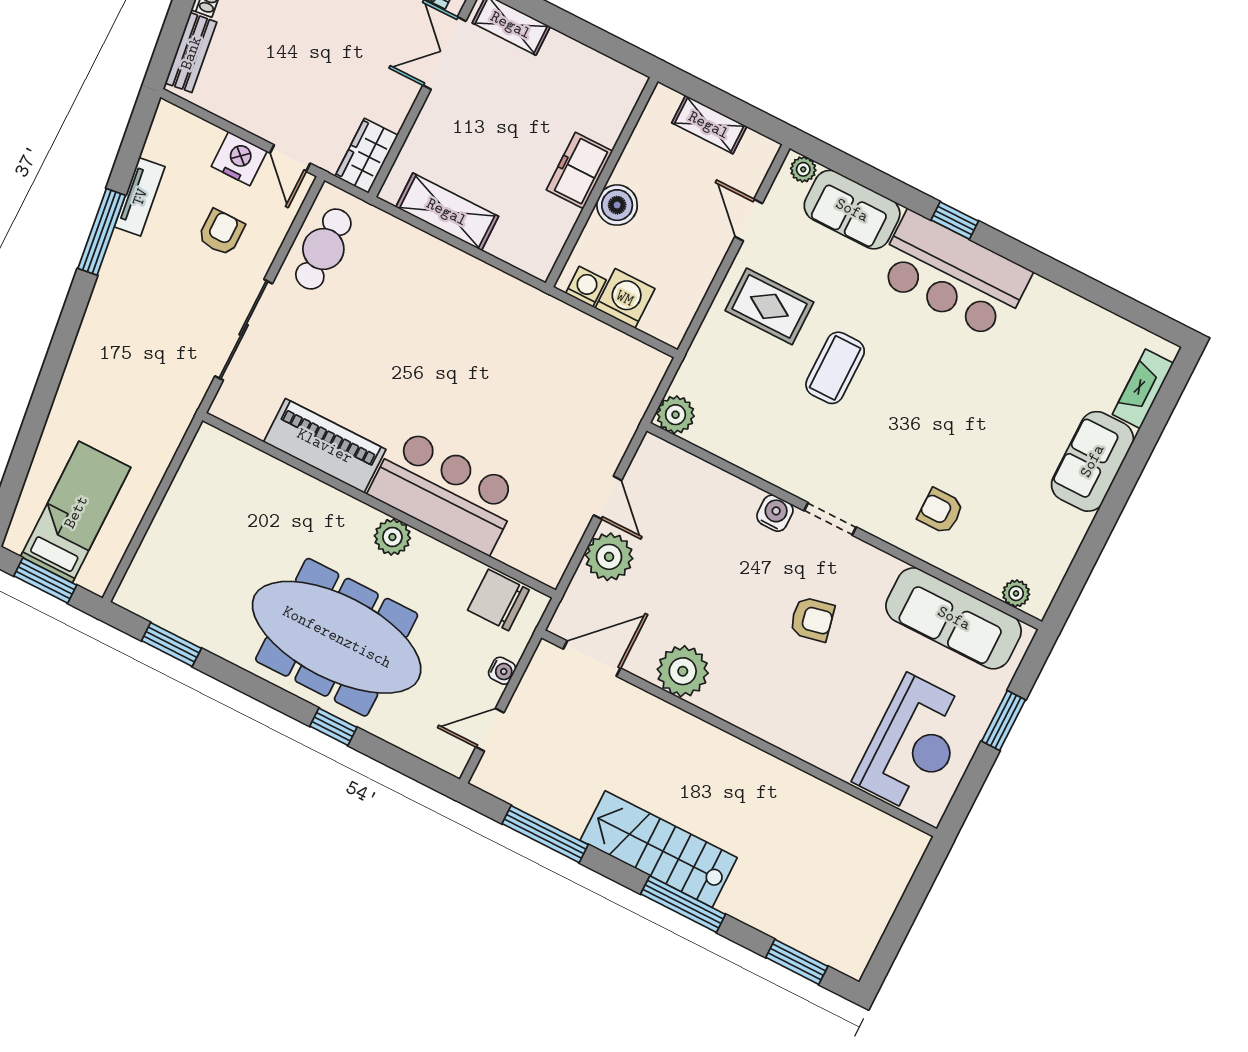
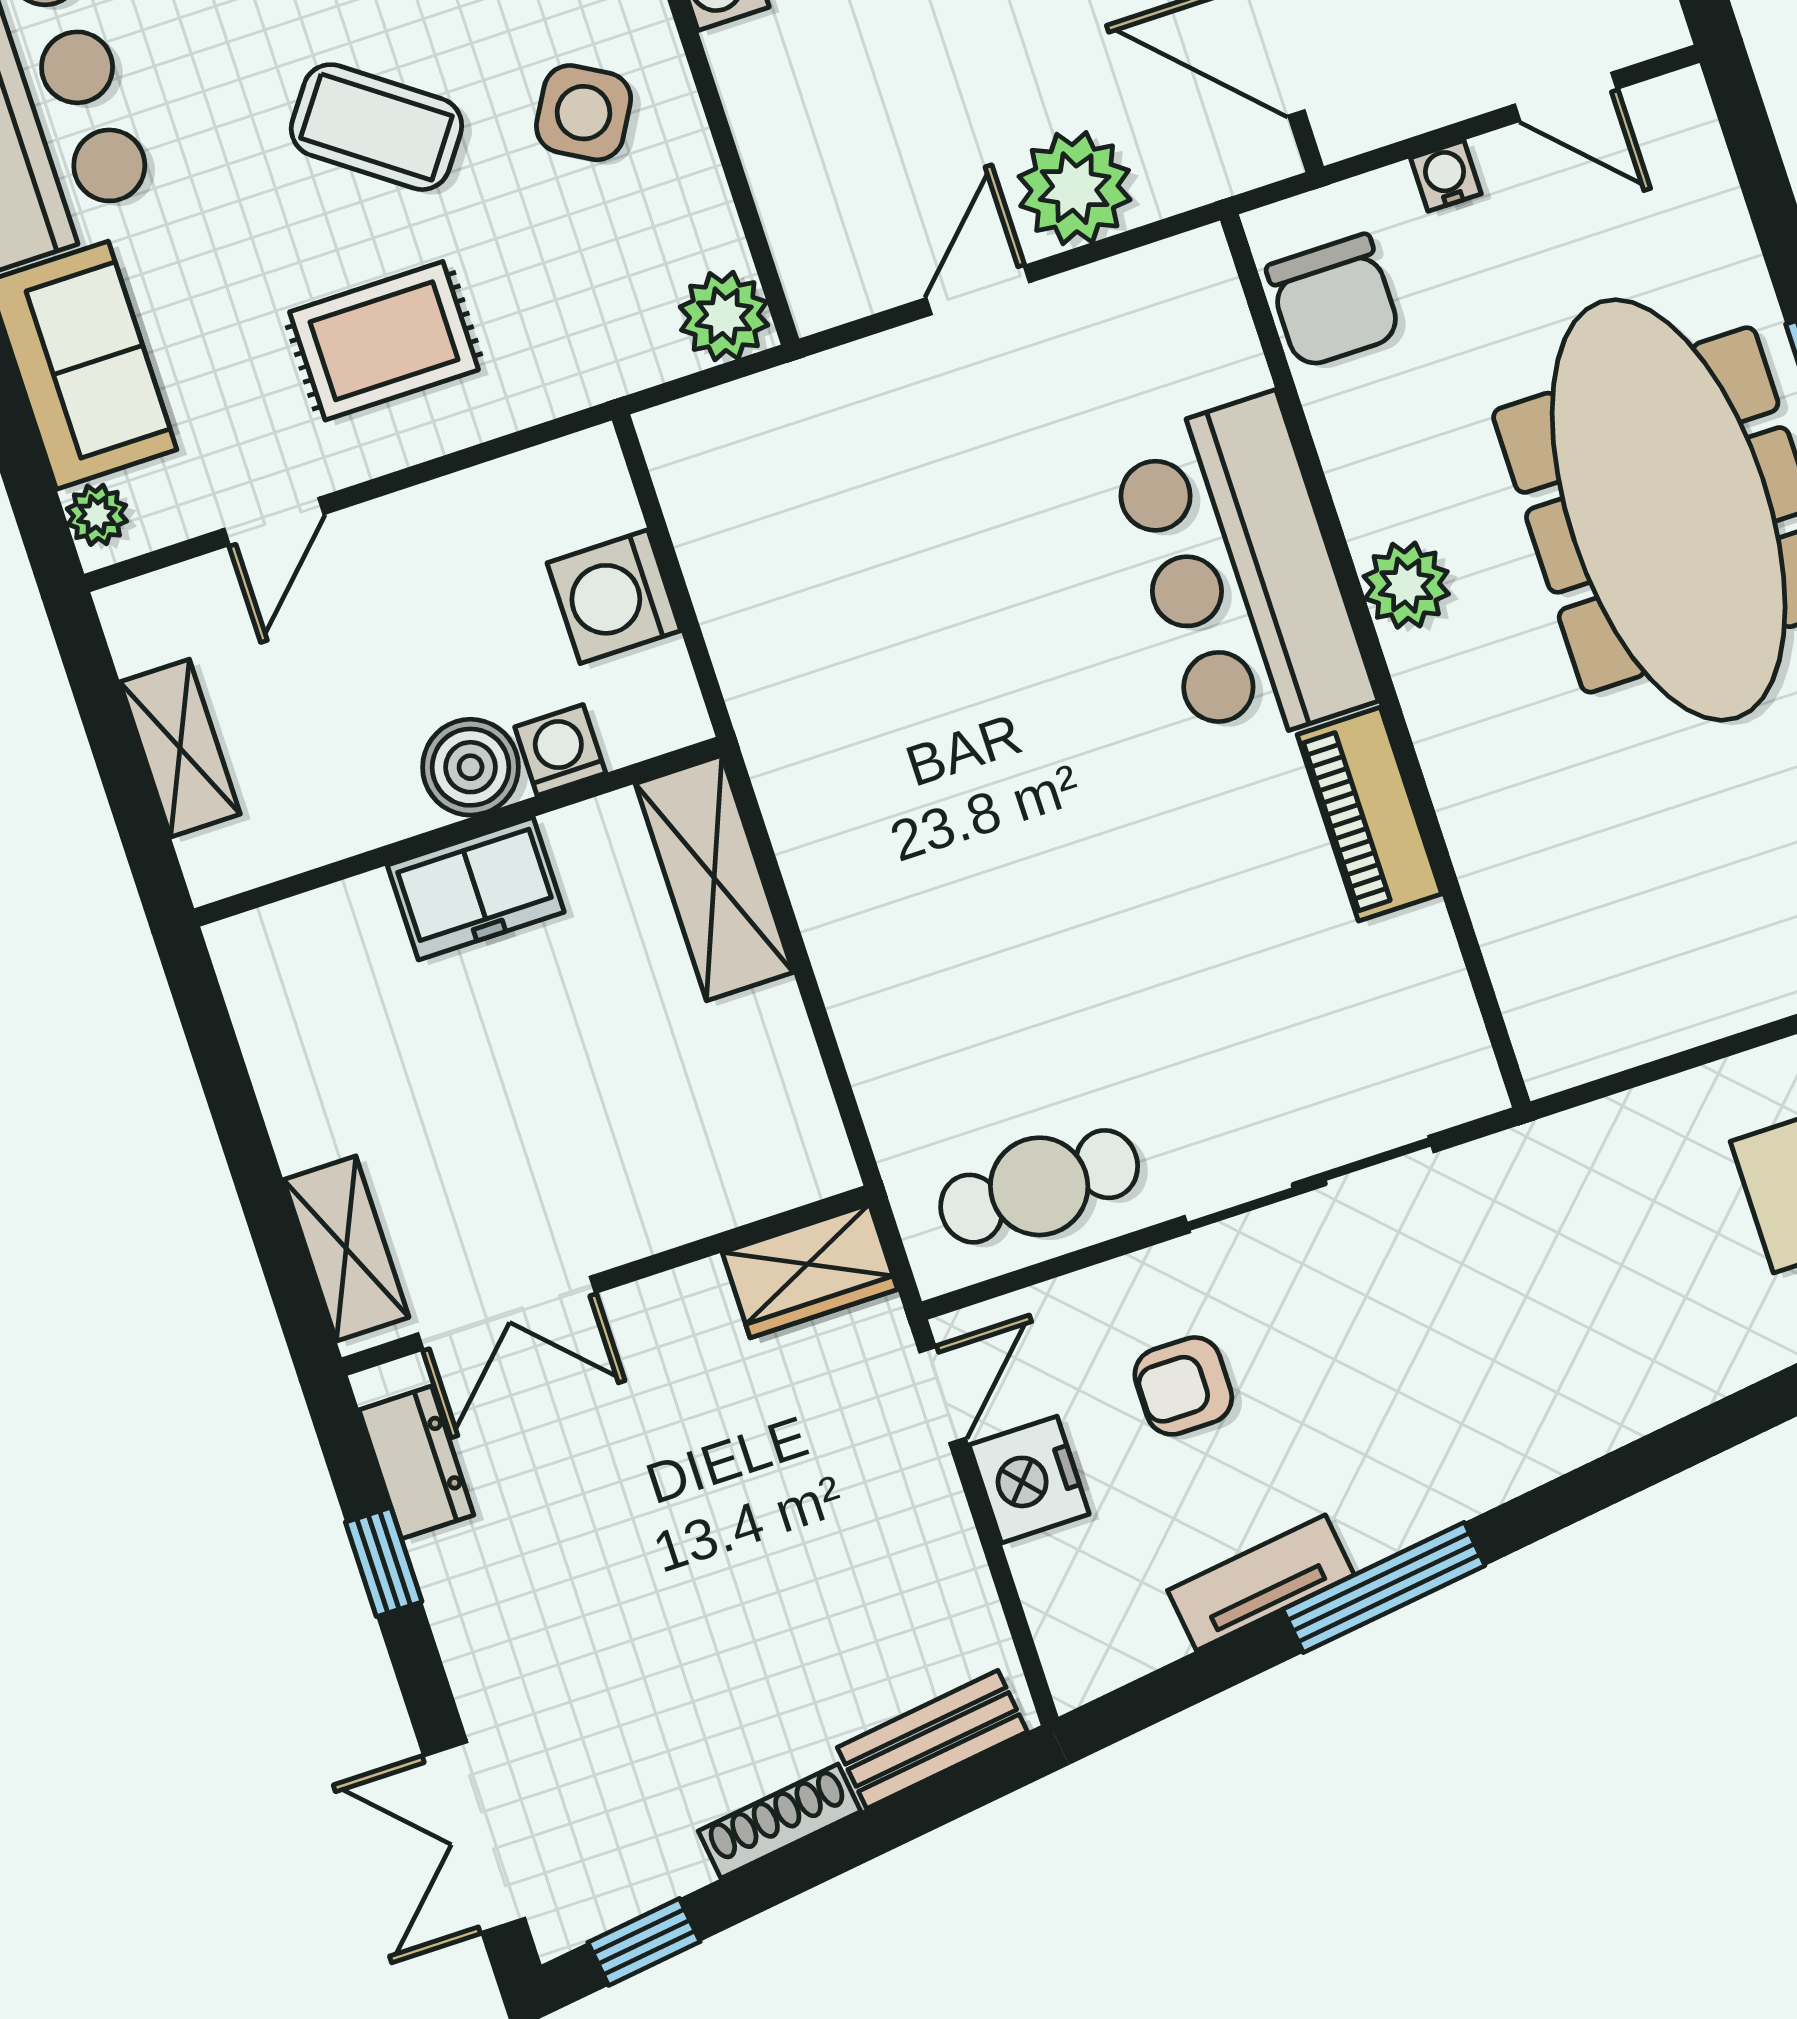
shelving: (447, 212) -> (714, 878), moved
washing machine: (586, 287) -> (560, 750), moved, turned 90
rug: (769, 306) -> (384, 341), turned 90
coffee table: (835, 368) -> (376, 127), turned 36
side table: (778, 434) -> (584, 113), added
piano: (325, 446) -> (1369, 814), width x0.73, depth x0.75

